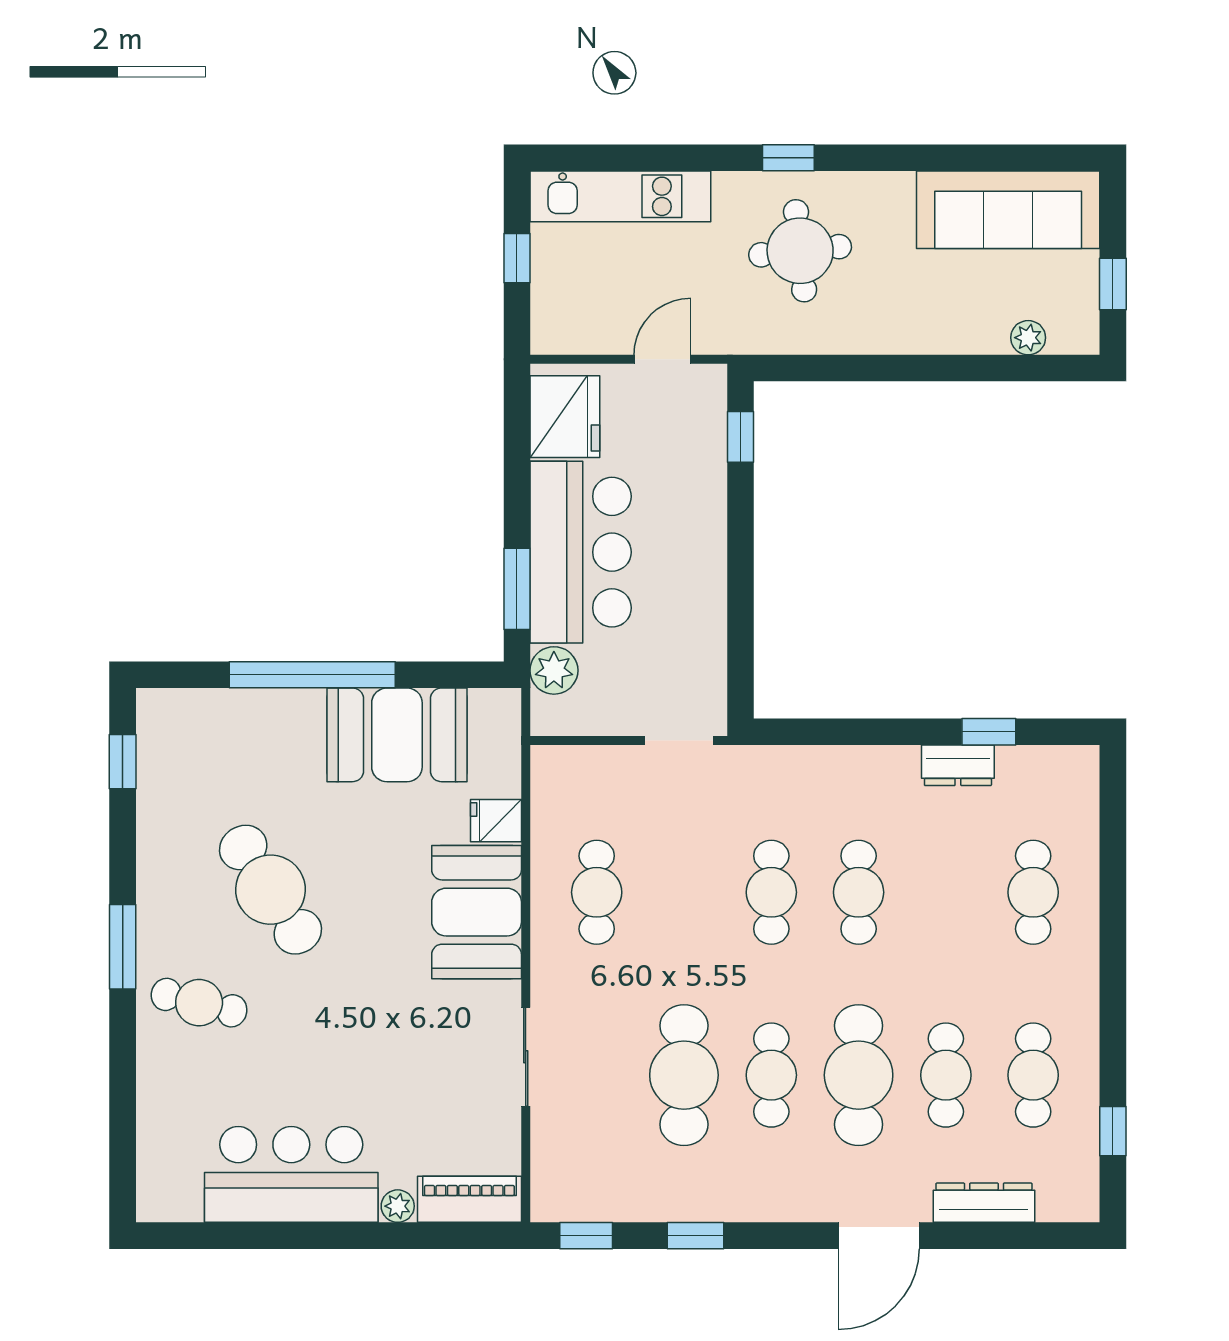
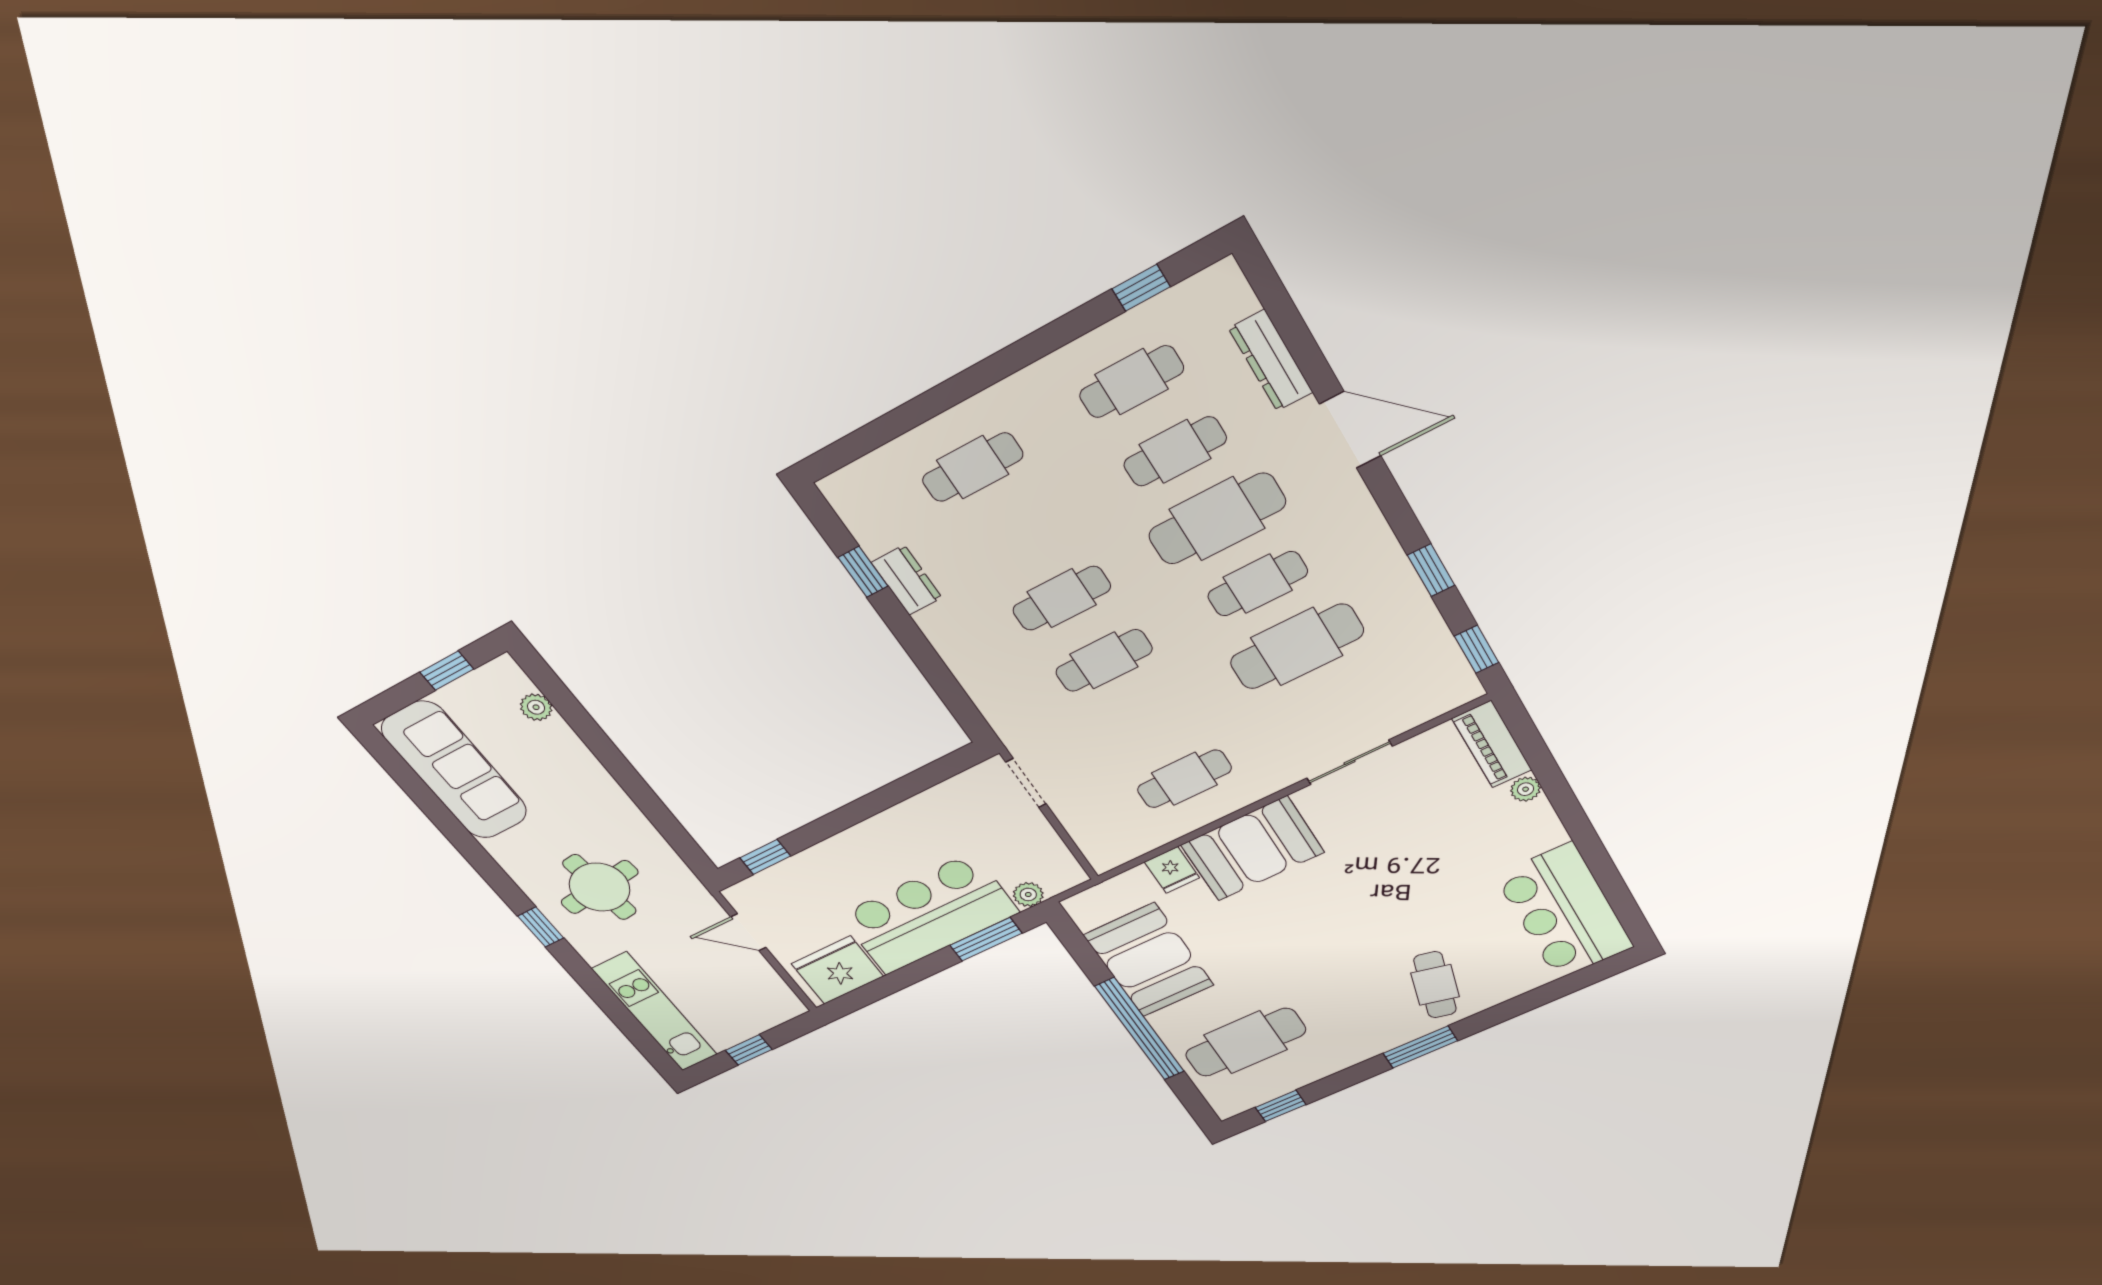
plant: (554, 670) -> (1028, 894), width x0.73, depth x0.73
cafe table: (270, 890) -> (1246, 1042), moved, turned 33
bar counter: (291, 1174) -> (1564, 912), moved

